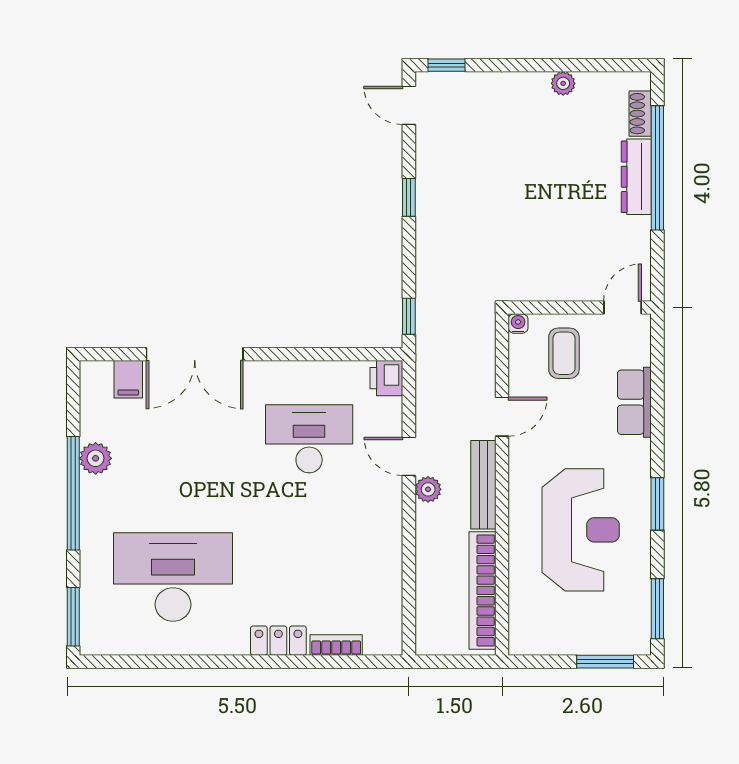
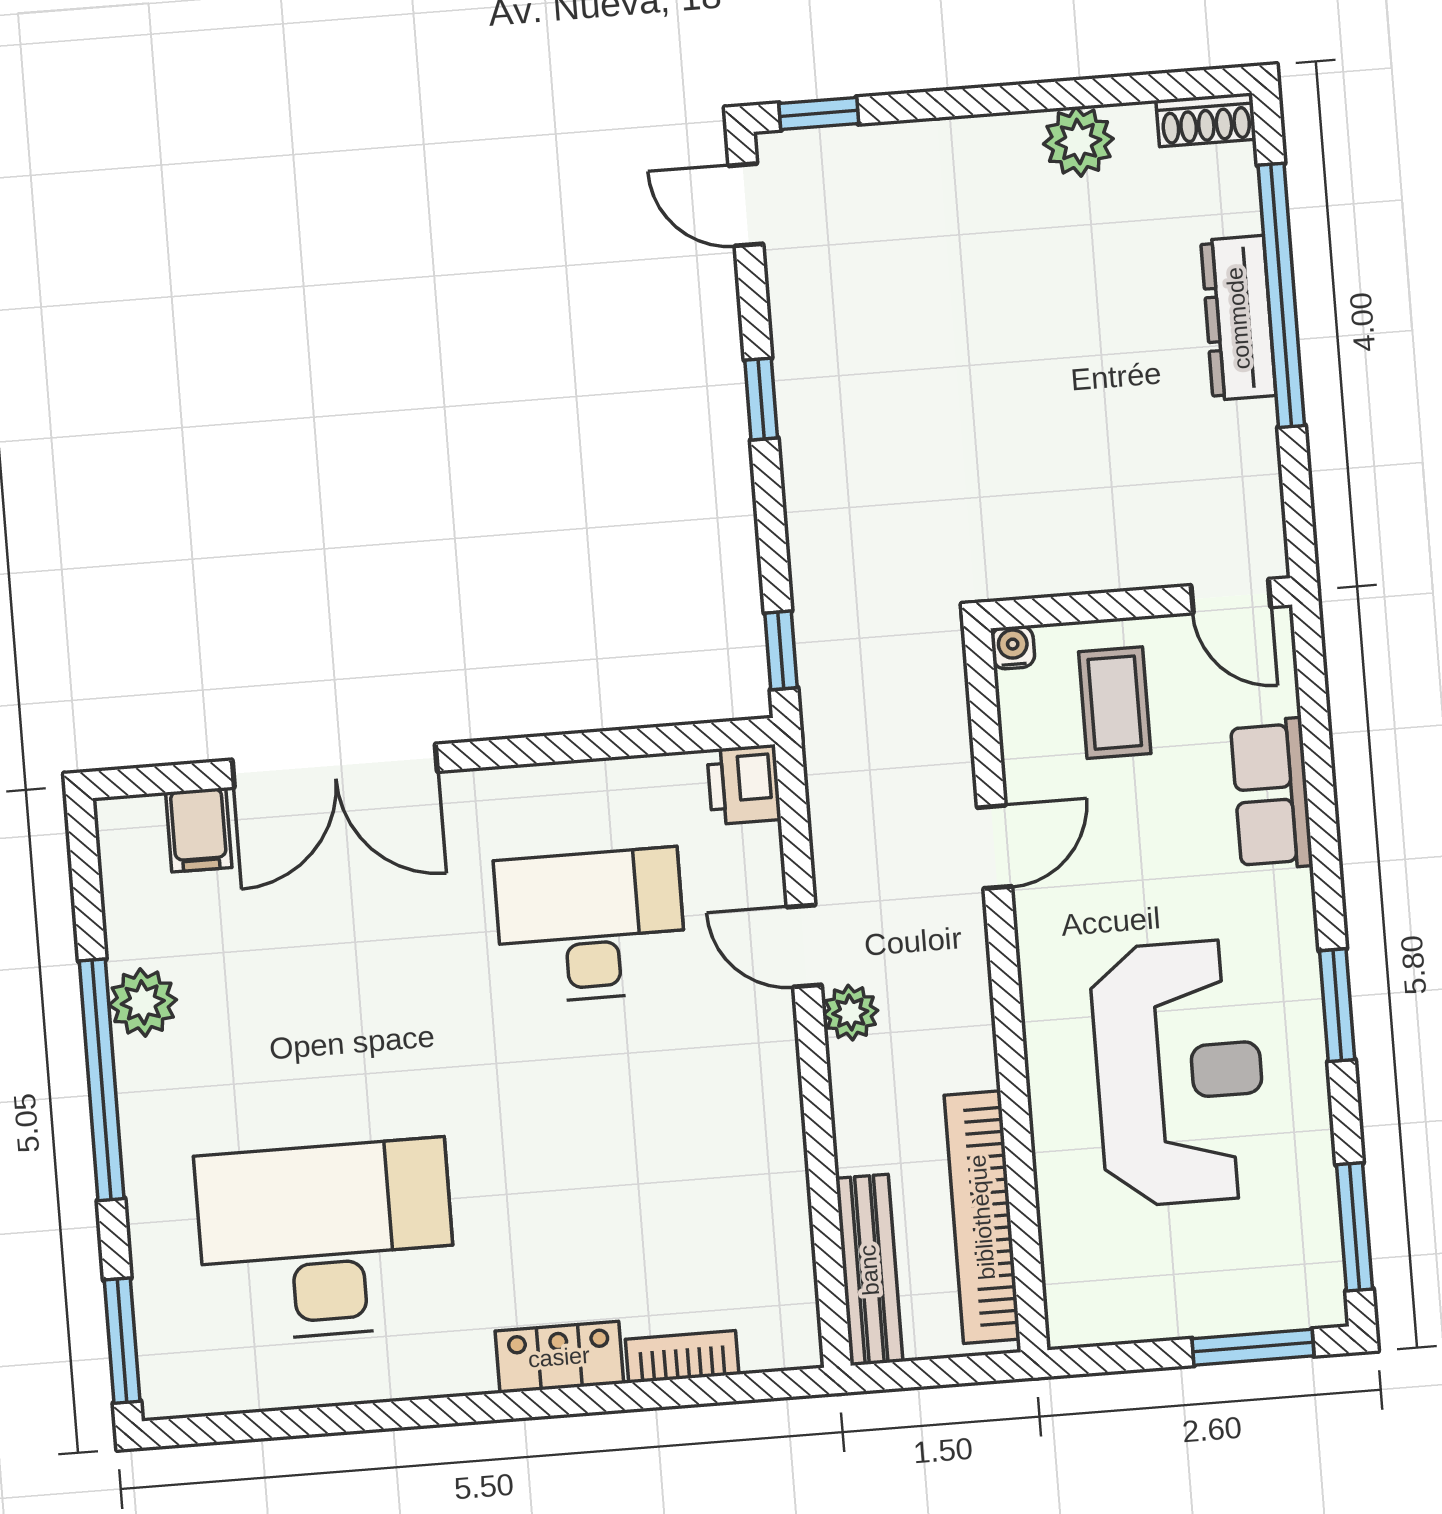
plant: (563, 83) -> (1078, 141), width x1.38, depth x1.38
shoe rack: (640, 114) -> (1206, 120), moved, turned -90
door: (623, 307) -> (1231, 596), swing flipped
bench: (483, 485) -> (869, 1270), moved

